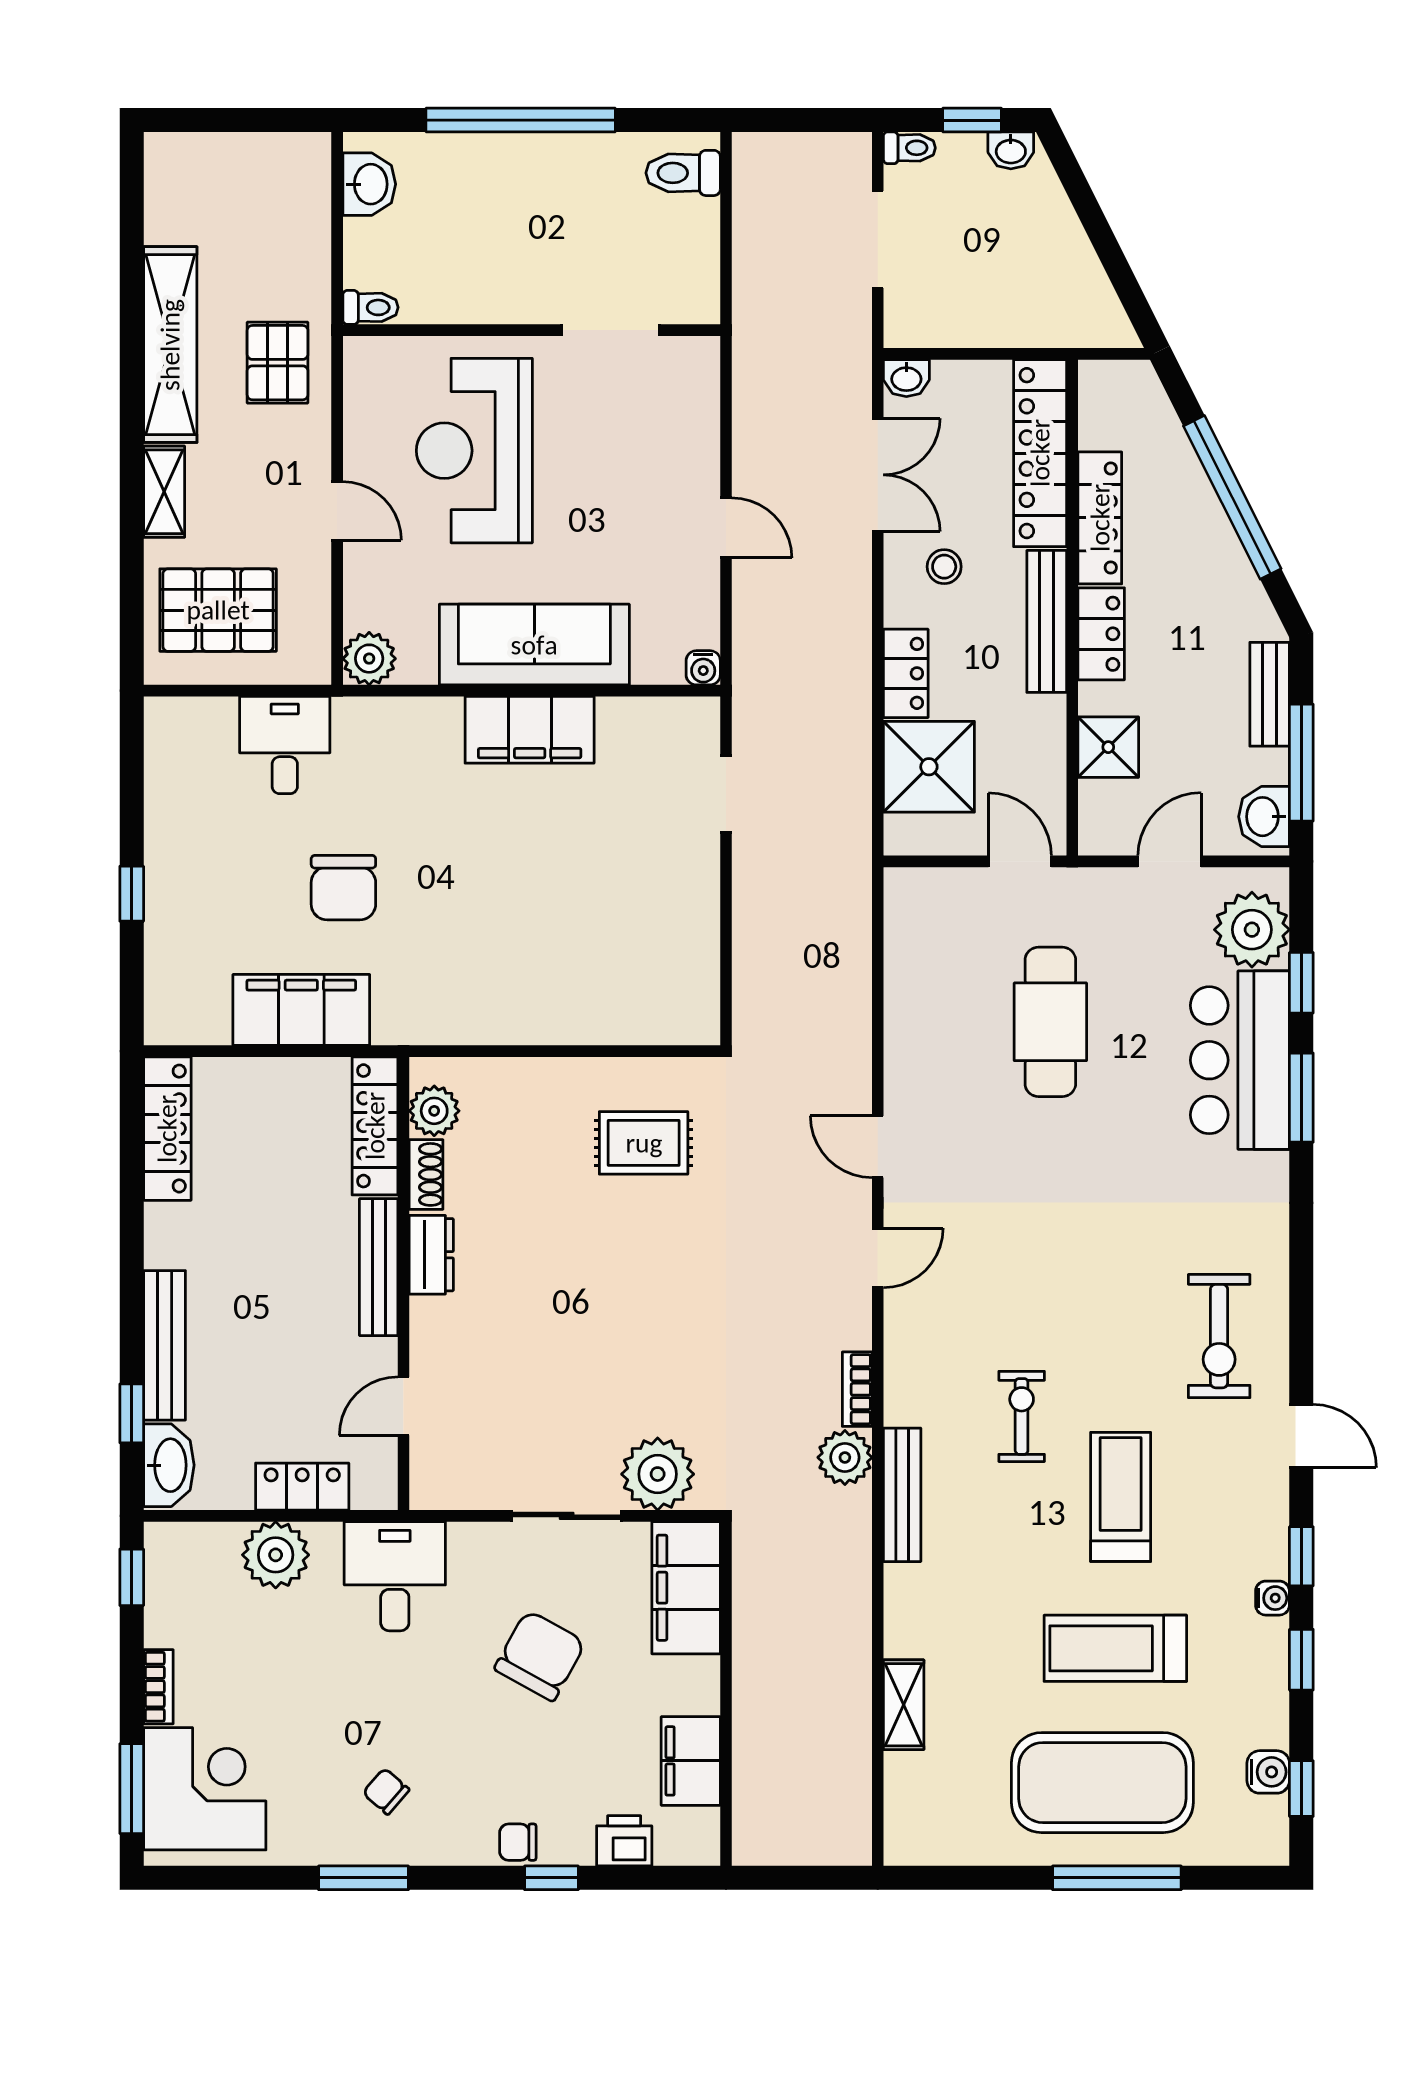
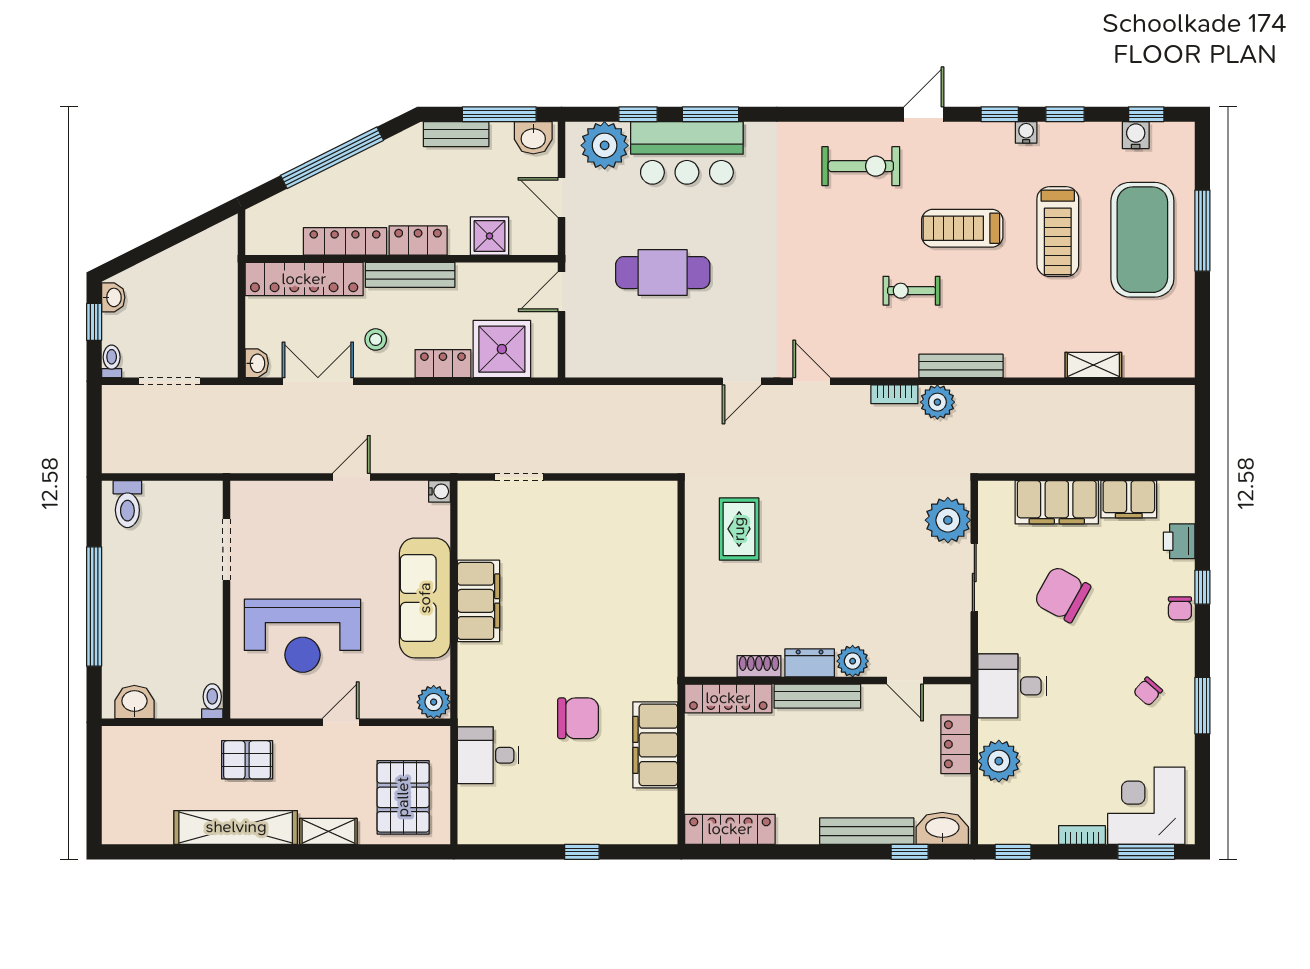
plant: (434, 1111) -> (853, 661), moved
filing cabinet: (686, 1588) -> (1057, 502), moved

